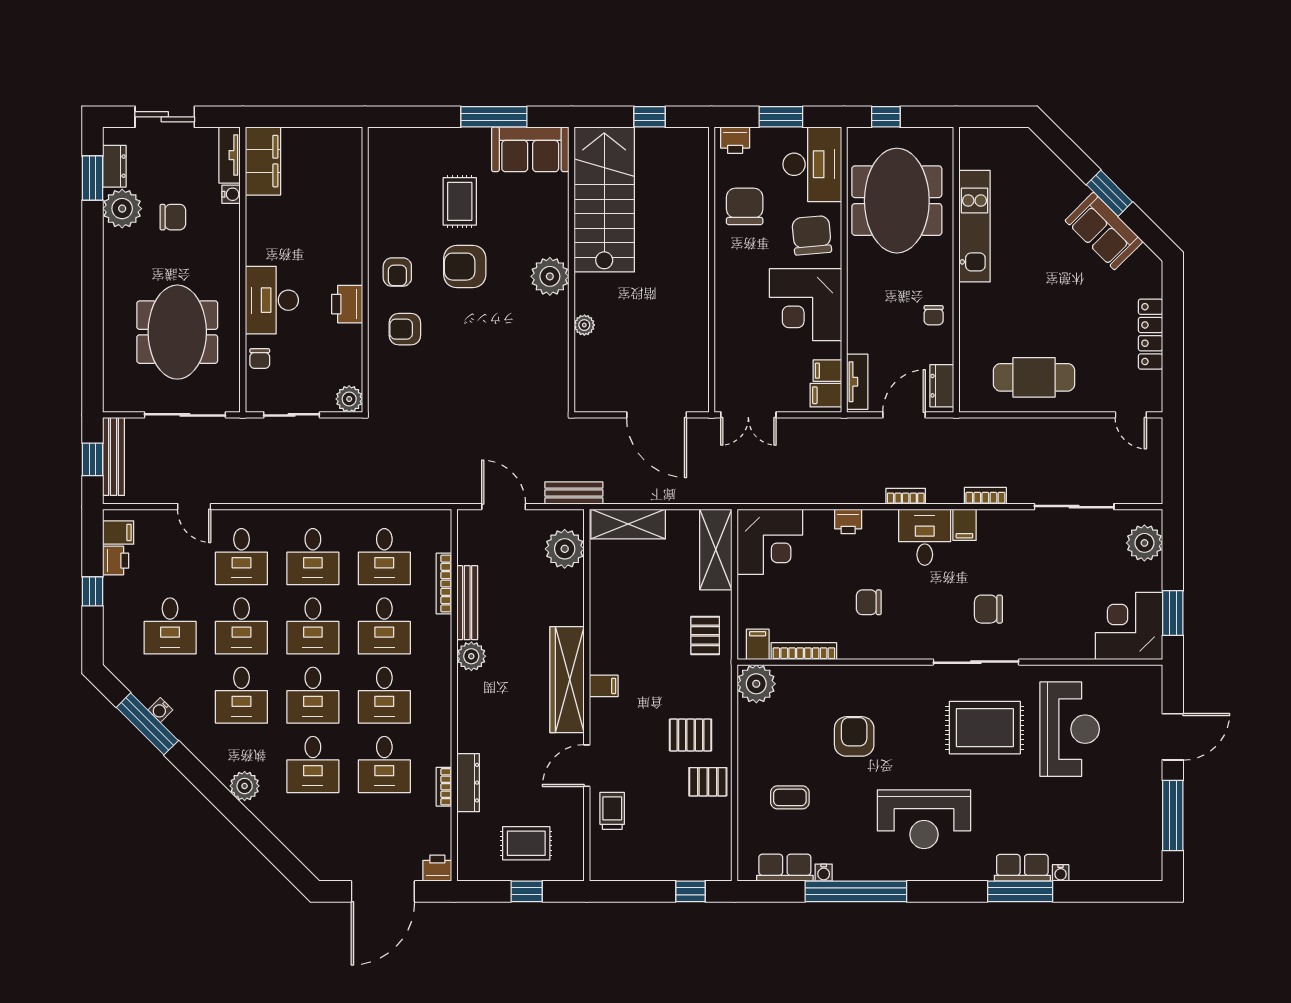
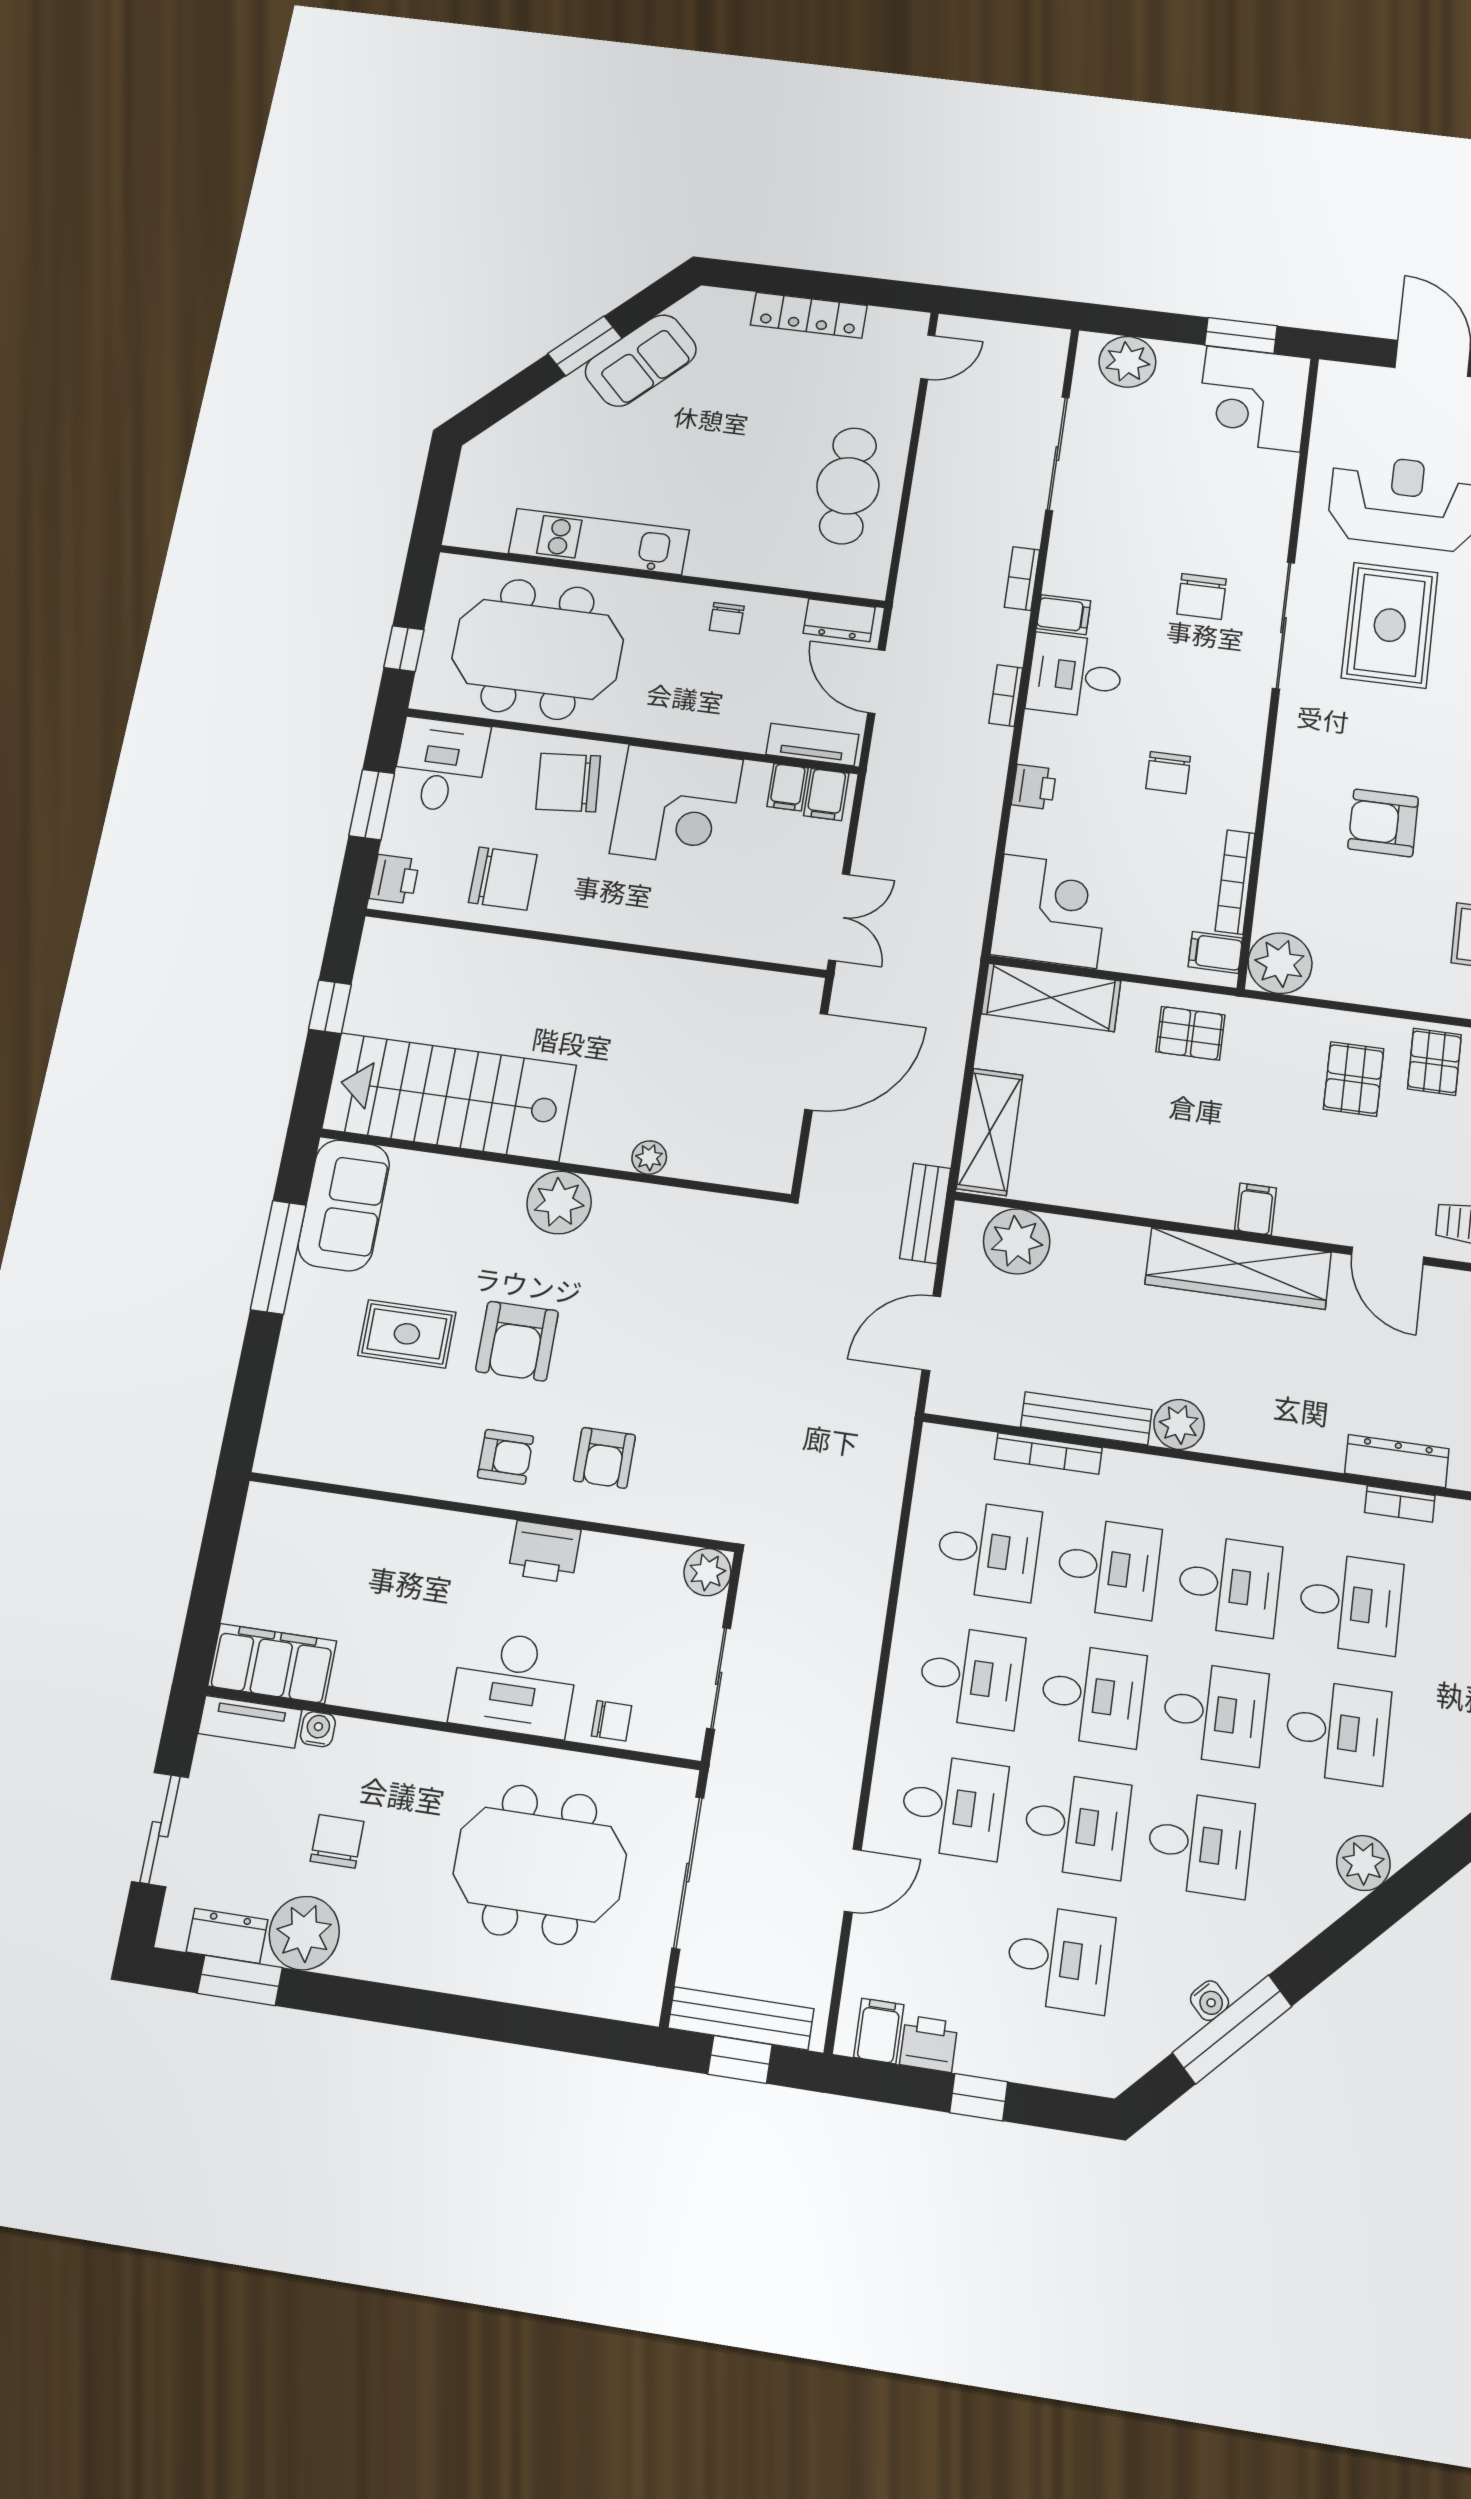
desk: (812, 164) -> (440, 765), width x0.73
chair: (745, 206) -> (503, 879), turned 180
chair: (934, 315) -> (727, 618), turned 90

